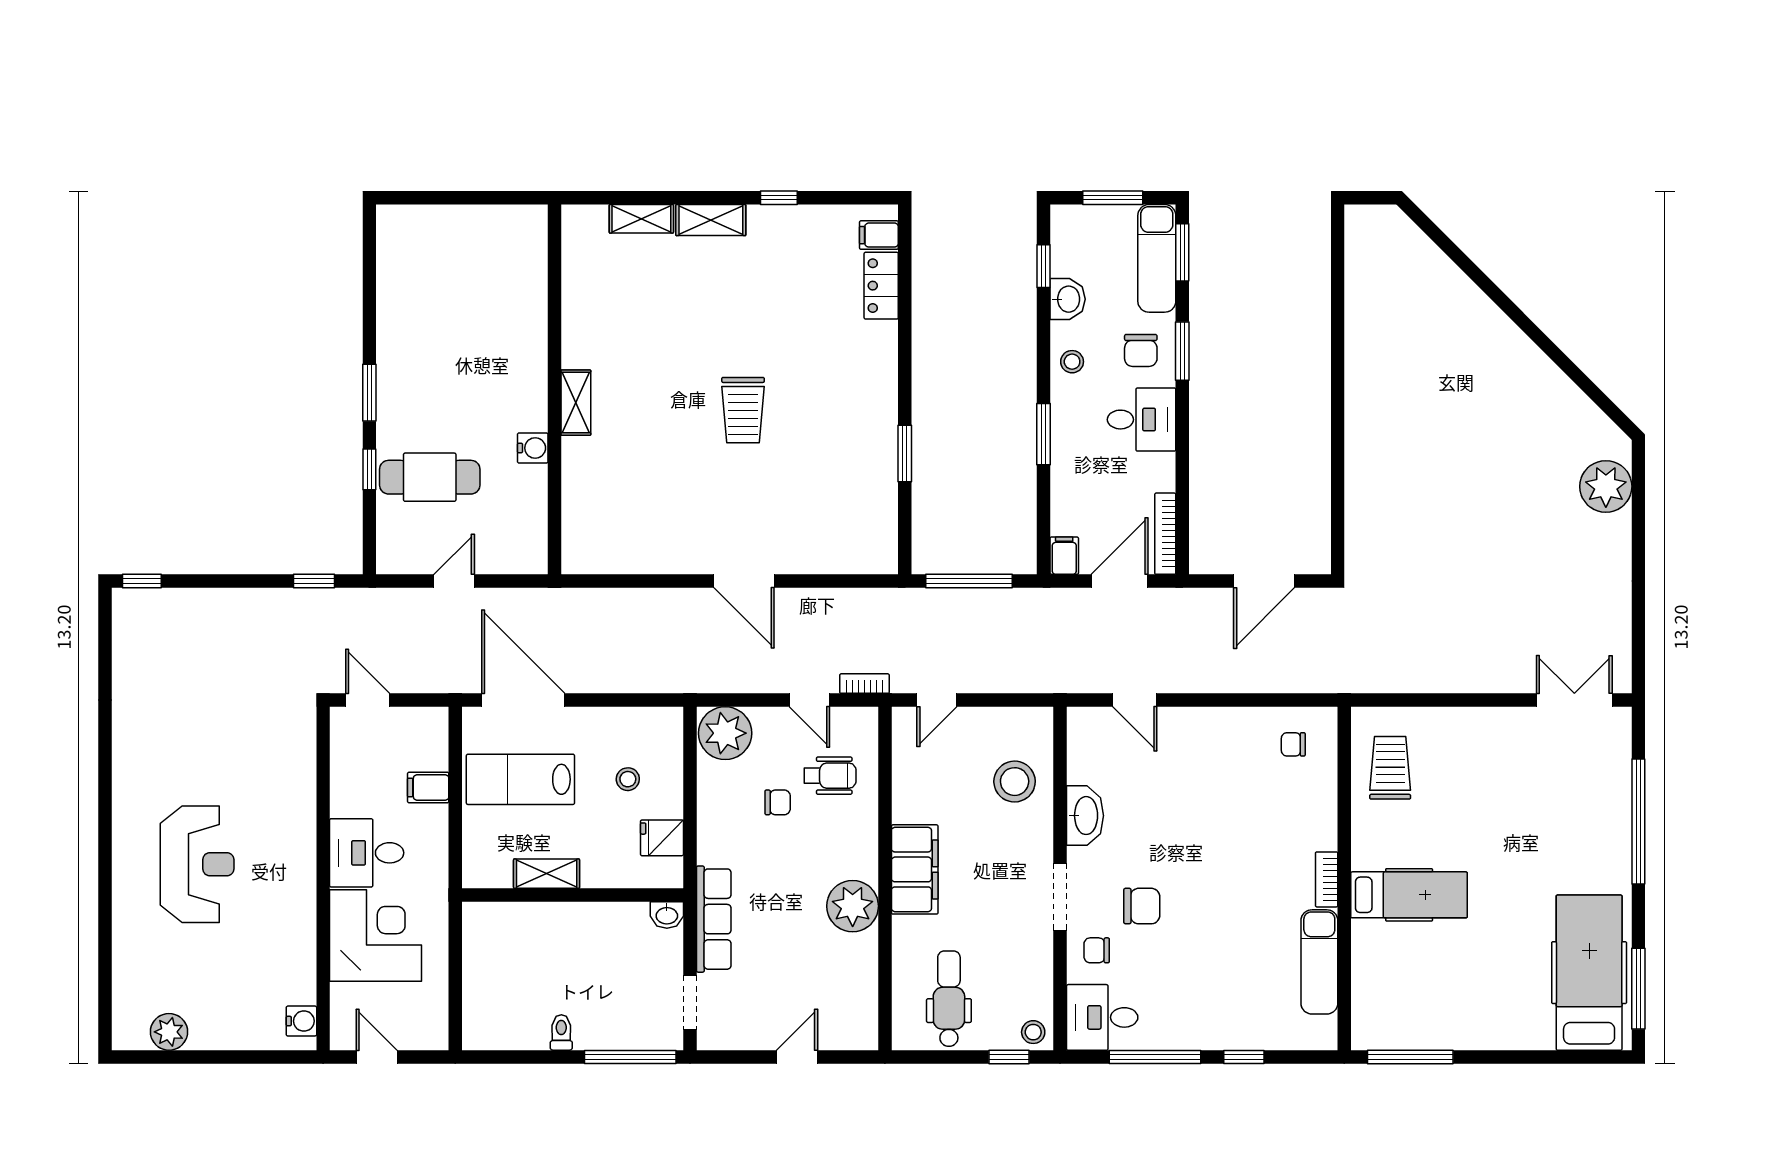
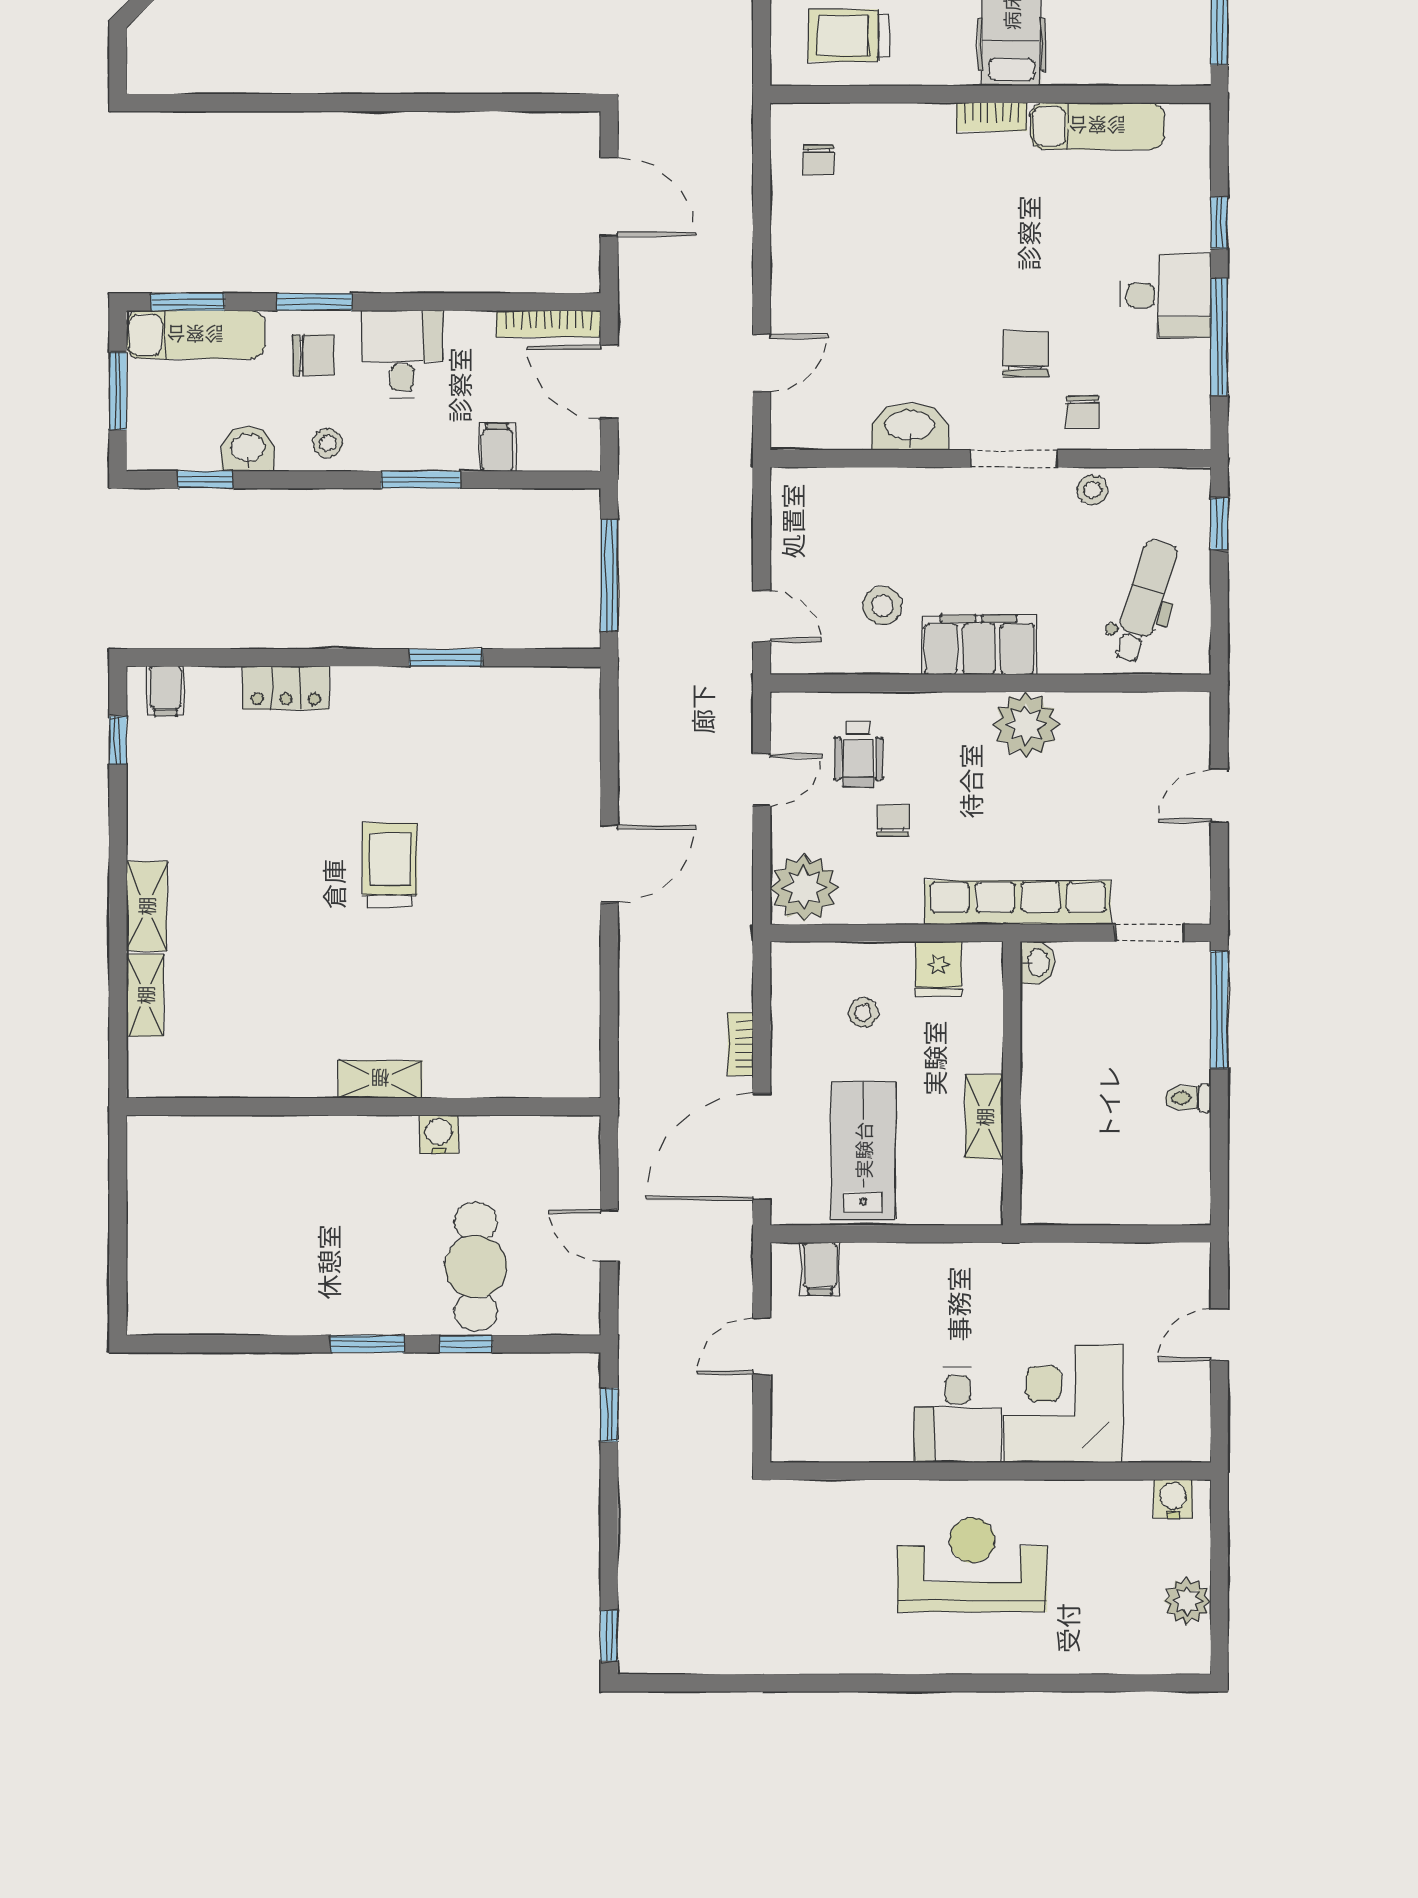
window: (779, 198) -> (118, 740), moved
locker: (881, 286) -> (286, 688), moved
trolley: (743, 410) -> (390, 865), turned -90
filing cabinet: (1064, 556) -> (497, 447), moved, turned 90
bookcase: (864, 684) -> (741, 1044), moved
wheelchair: (830, 776) -> (859, 753), turned 180
lab bench: (520, 779) -> (863, 1150), turned 180
stool: (1015, 782) -> (882, 605), moved, width x0.73, depth x0.73
filing cabinet: (428, 787) -> (820, 1269), moved
desk: (367, 853) -> (958, 1415), moved
wall: (323, 878) -> (990, 1471), moved
row of seats: (714, 919) -> (1018, 902), width x1.36
corner desk: (376, 936) -> (1064, 1404), moved
dental chair: (949, 999) -> (1144, 601), turned 108
desk: (1102, 1017) -> (1165, 295), moved, turned -90
water cooler: (301, 1021) -> (1173, 1499), moved
stool: (1033, 1032) -> (1093, 490), moved
door: (797, 1057) -> (1219, 796), hinge flipped

